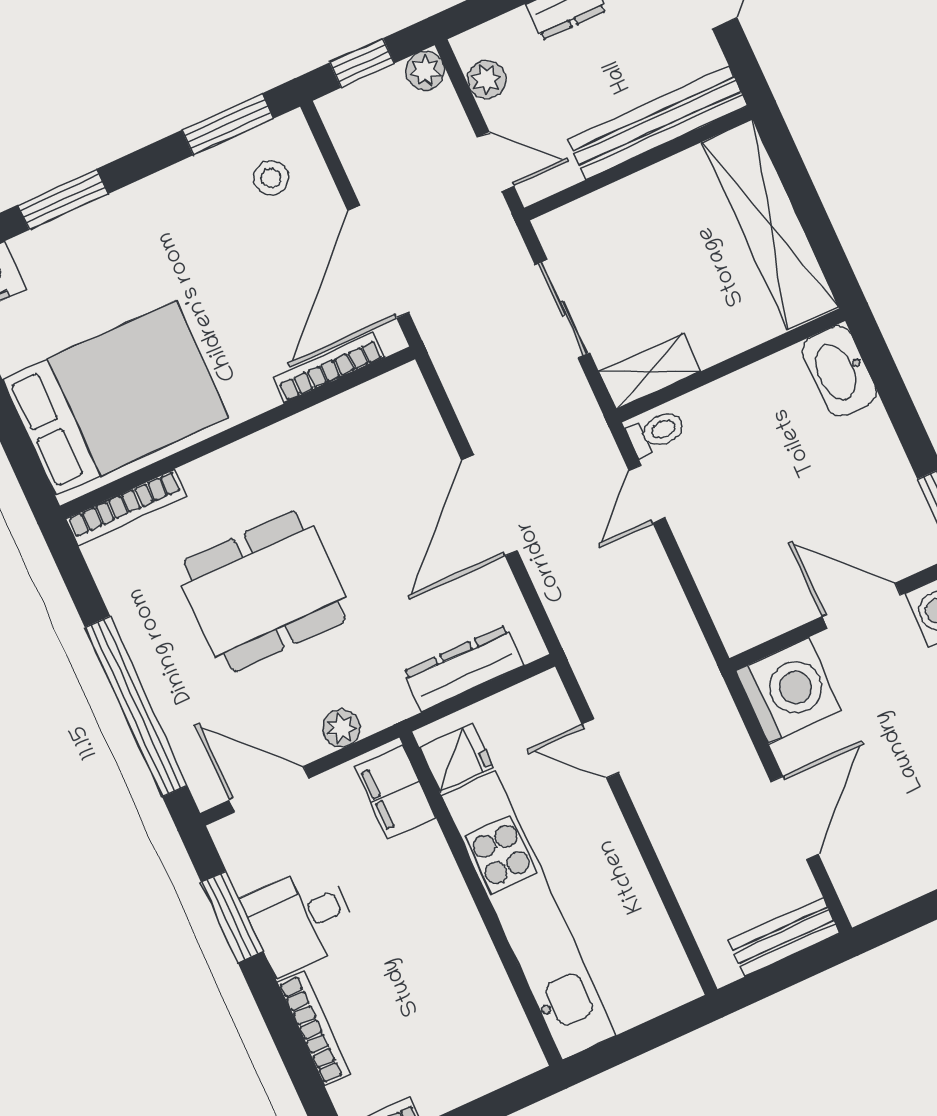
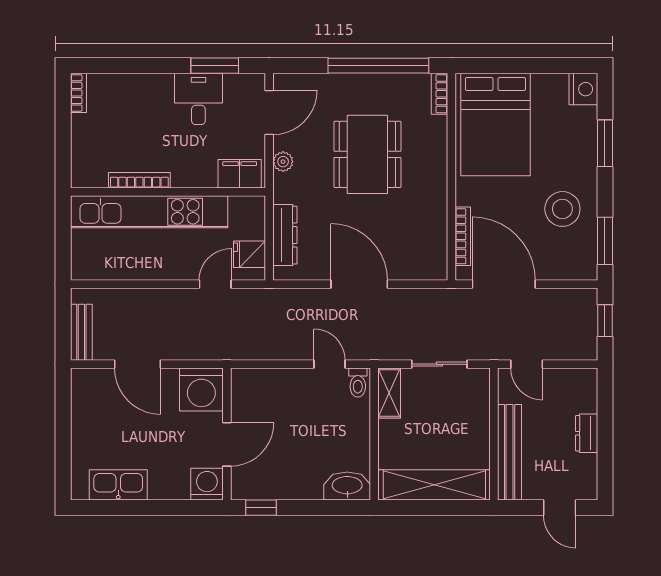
plant: (425, 71) -> (587, 350), removed
plant: (487, 79) -> (569, 378), removed
door: (496, 162) -> (527, 364), hinge flipped
stool: (271, 178) -> (562, 209), moved, width x1.89, depth x1.89
bookcase: (126, 508) -> (439, 94), width x0.64
window: (136, 706) -> (378, 66), moved
fridge: (456, 757) -> (249, 254), moved, turned 90
bookcase: (314, 1028) -> (139, 180), moved, turned 180

